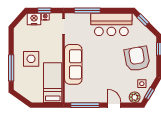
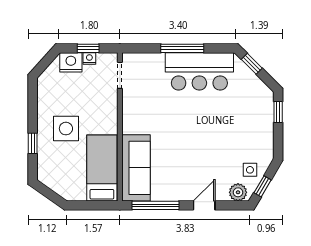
window: (87, 11) -> (182, 48), moved
armchair: (137, 59) -> (242, 128), removed
sofa: (73, 64) -> (136, 168), moved
window: (11, 68) -> (33, 143), width x0.46
door: (114, 105) -> (204, 205), hinge flipped

